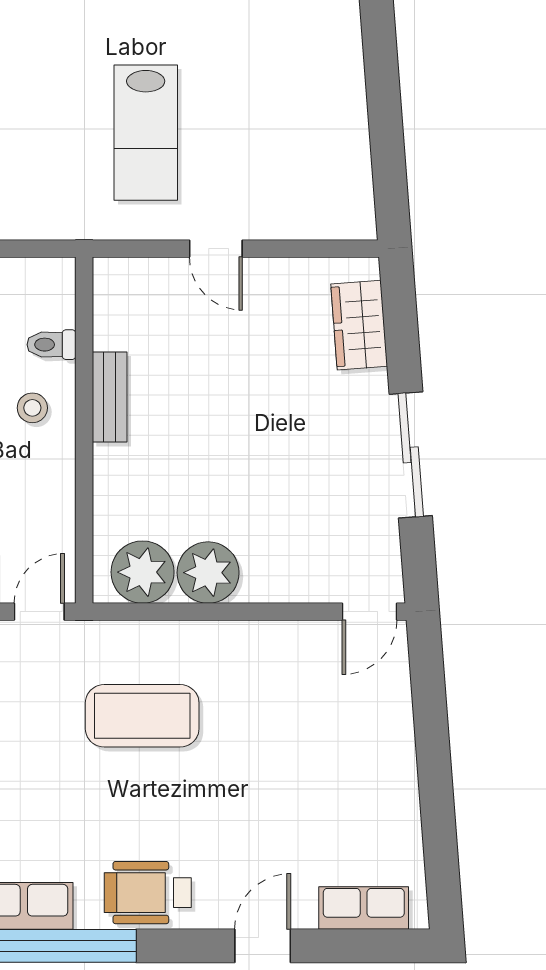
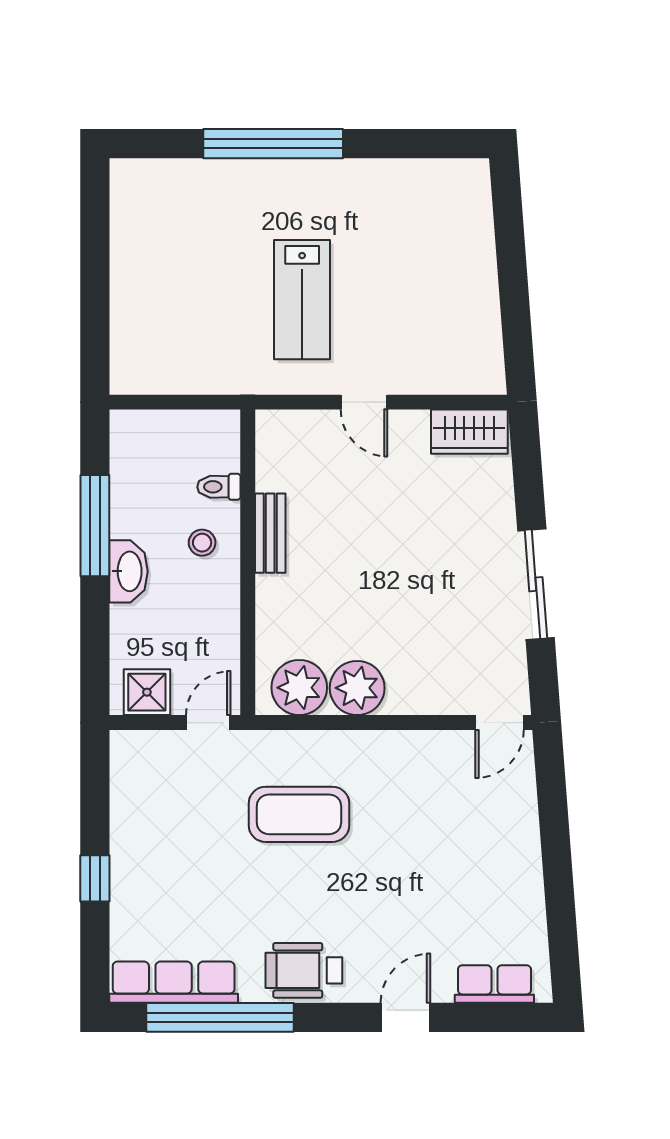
wardrobe: (359, 325) -> (469, 432), moved, turned -86

